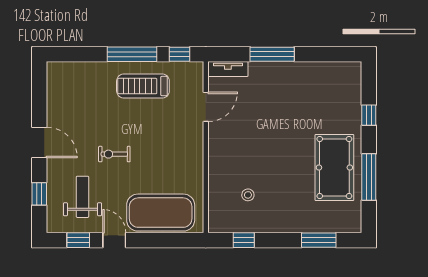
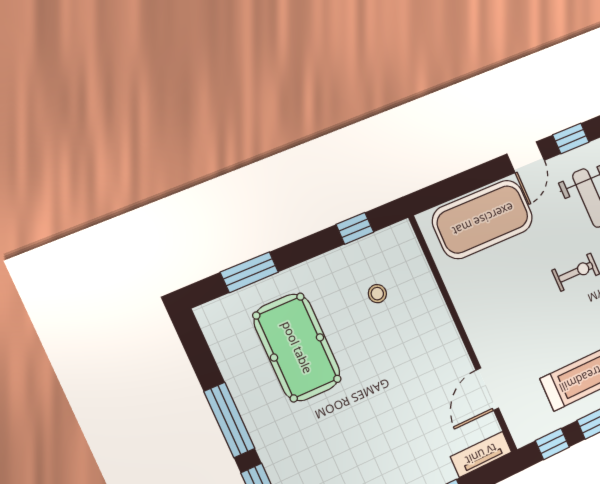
pool table: (334, 167) -> (297, 347), moved
window: (369, 177) -> (229, 420), moved
door: (114, 240) -> (526, 157), hinge flipped

